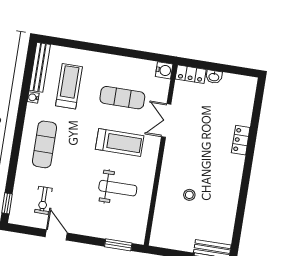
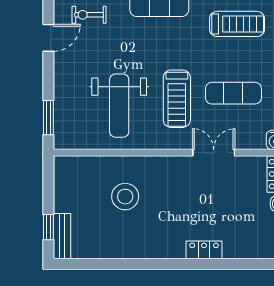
exercise mat: (122, 98) -> (233, 93), turned 90
weight bench: (118, 188) -> (119, 106), width x1.36, depth x1.33
stool: (189, 195) -> (125, 197), width x1.89, depth x1.89

